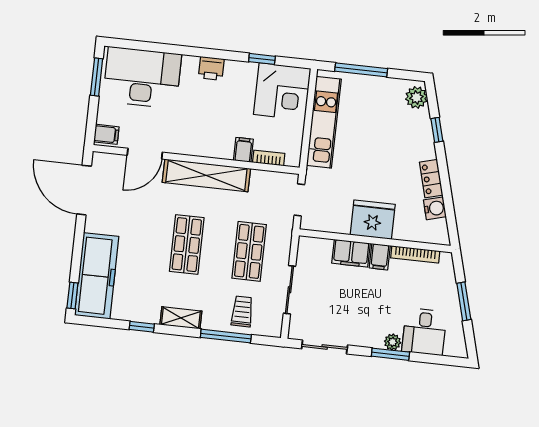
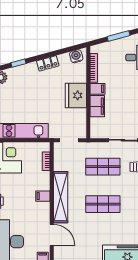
filing cabinet: (243, 150) -> (43, 196), moved
water cooler: (435, 208) -> (76, 56), moved

